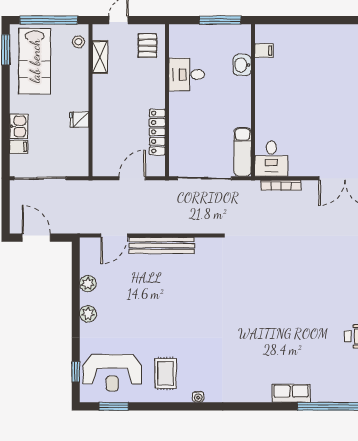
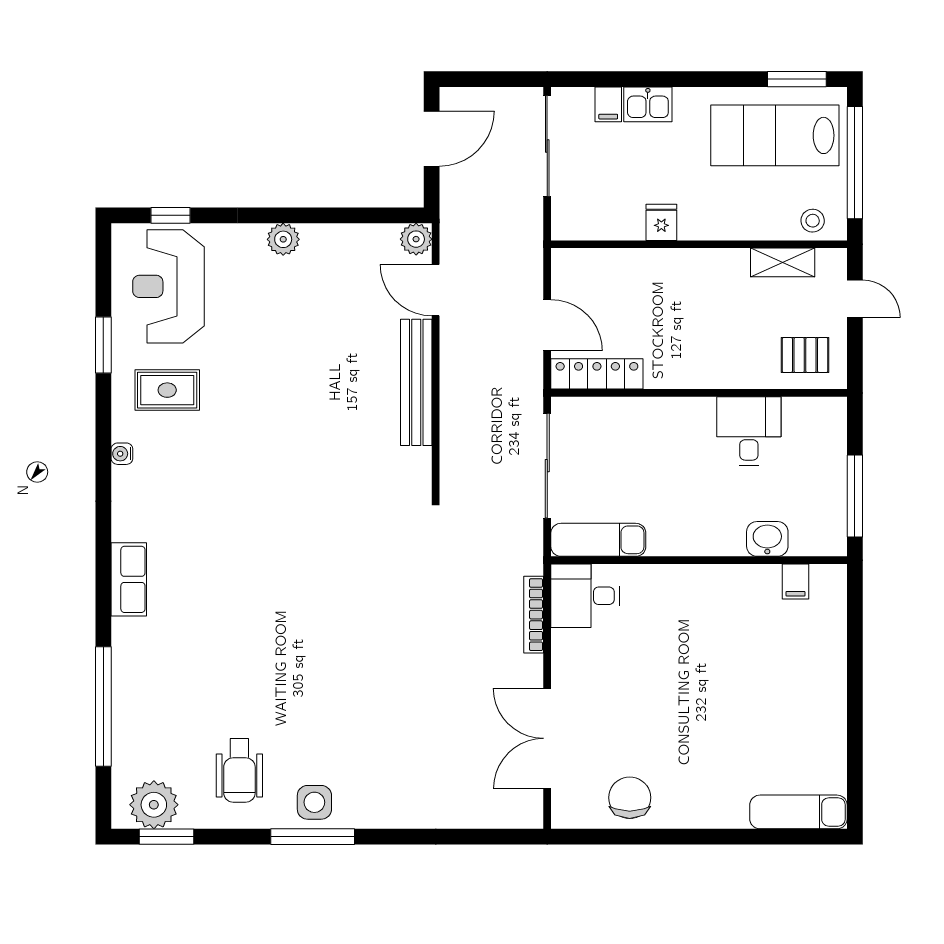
locker: (157, 132) -> (597, 374), moved
plant: (88, 284) -> (416, 239), moved
row of seats: (291, 393) -> (129, 579), moved
window: (114, 406) -> (103, 345), moved

